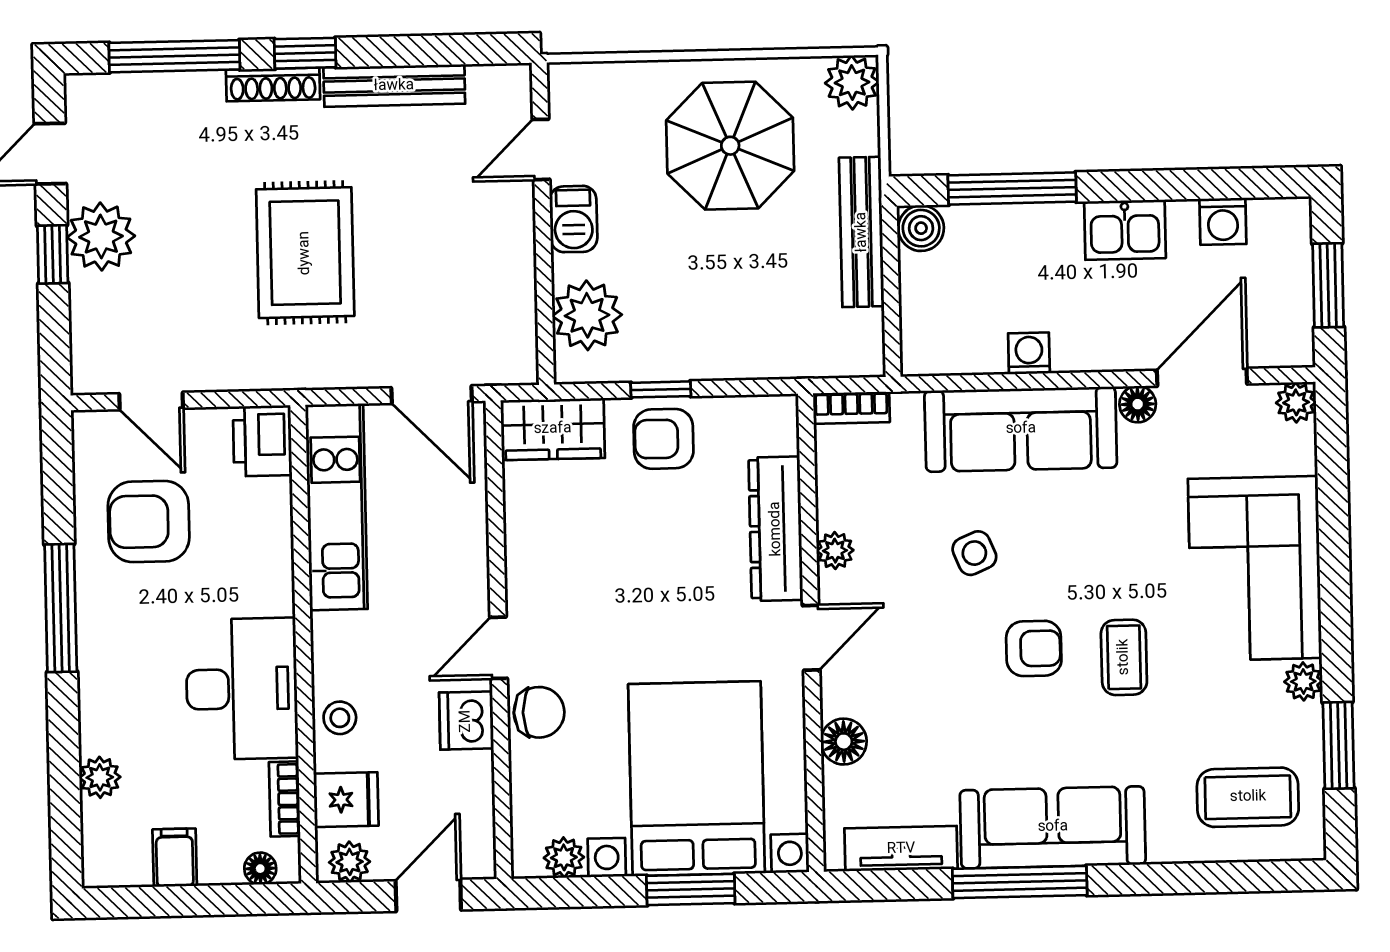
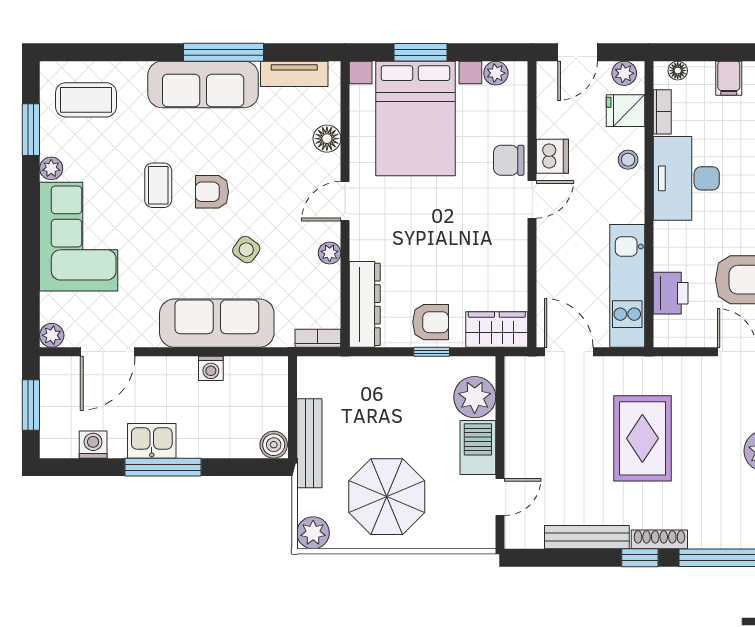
window: (1012, 189) -> (163, 467), moved
barbecue: (573, 219) -> (478, 447), width x1.38, depth x1.27
floor lamp: (1138, 404) -> (147, 336), removed
printer: (262, 441) -> (671, 293), moved
dresser: (776, 529) -> (365, 304), moved
side table: (974, 553) -> (246, 250), turned -31

